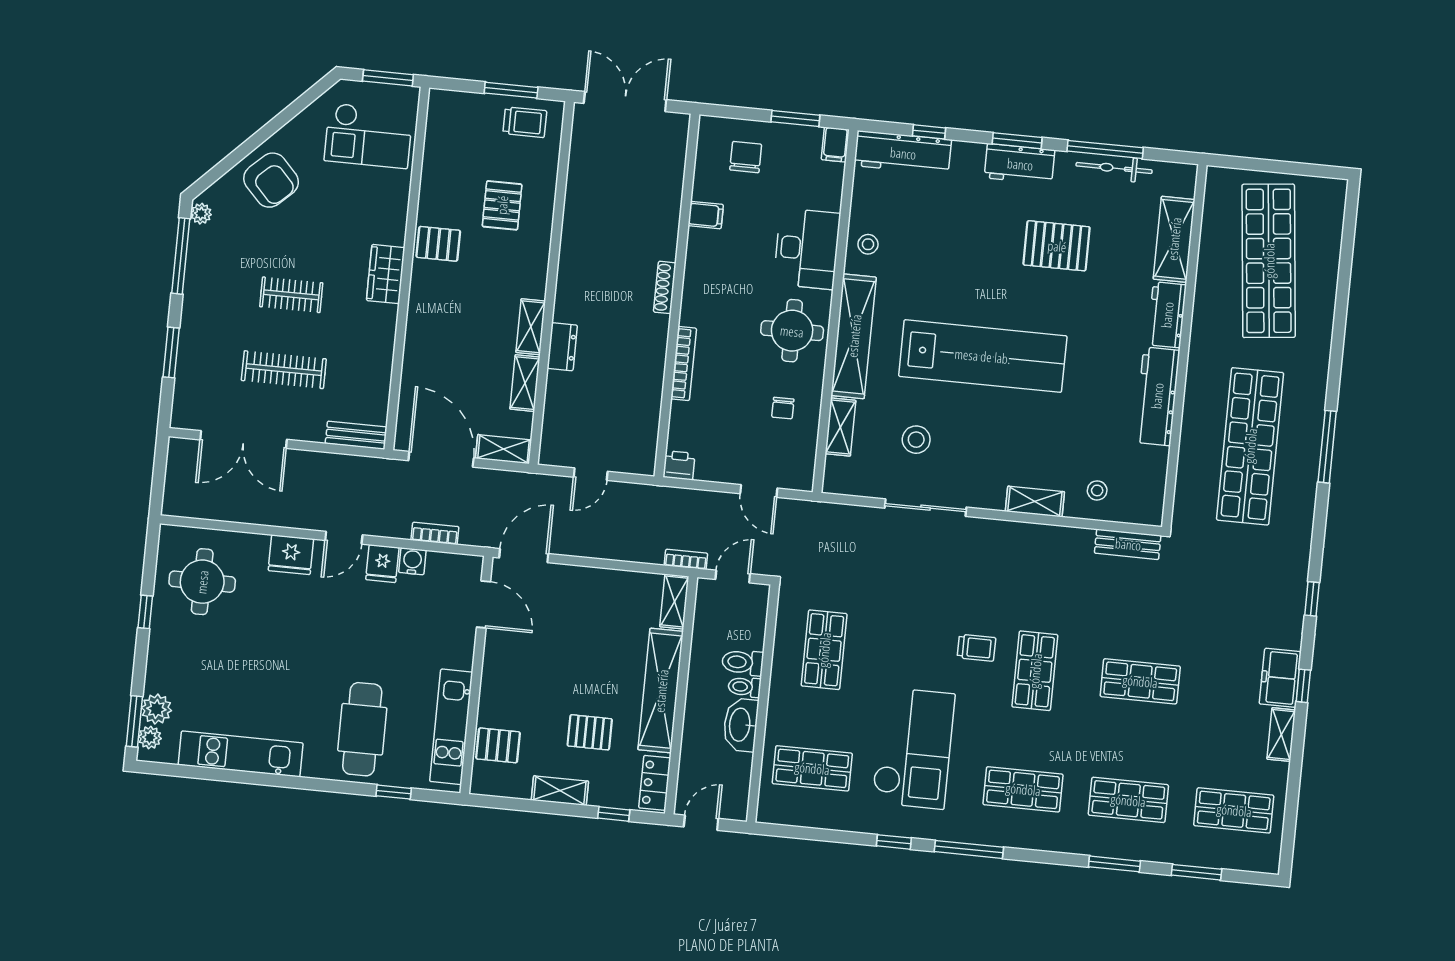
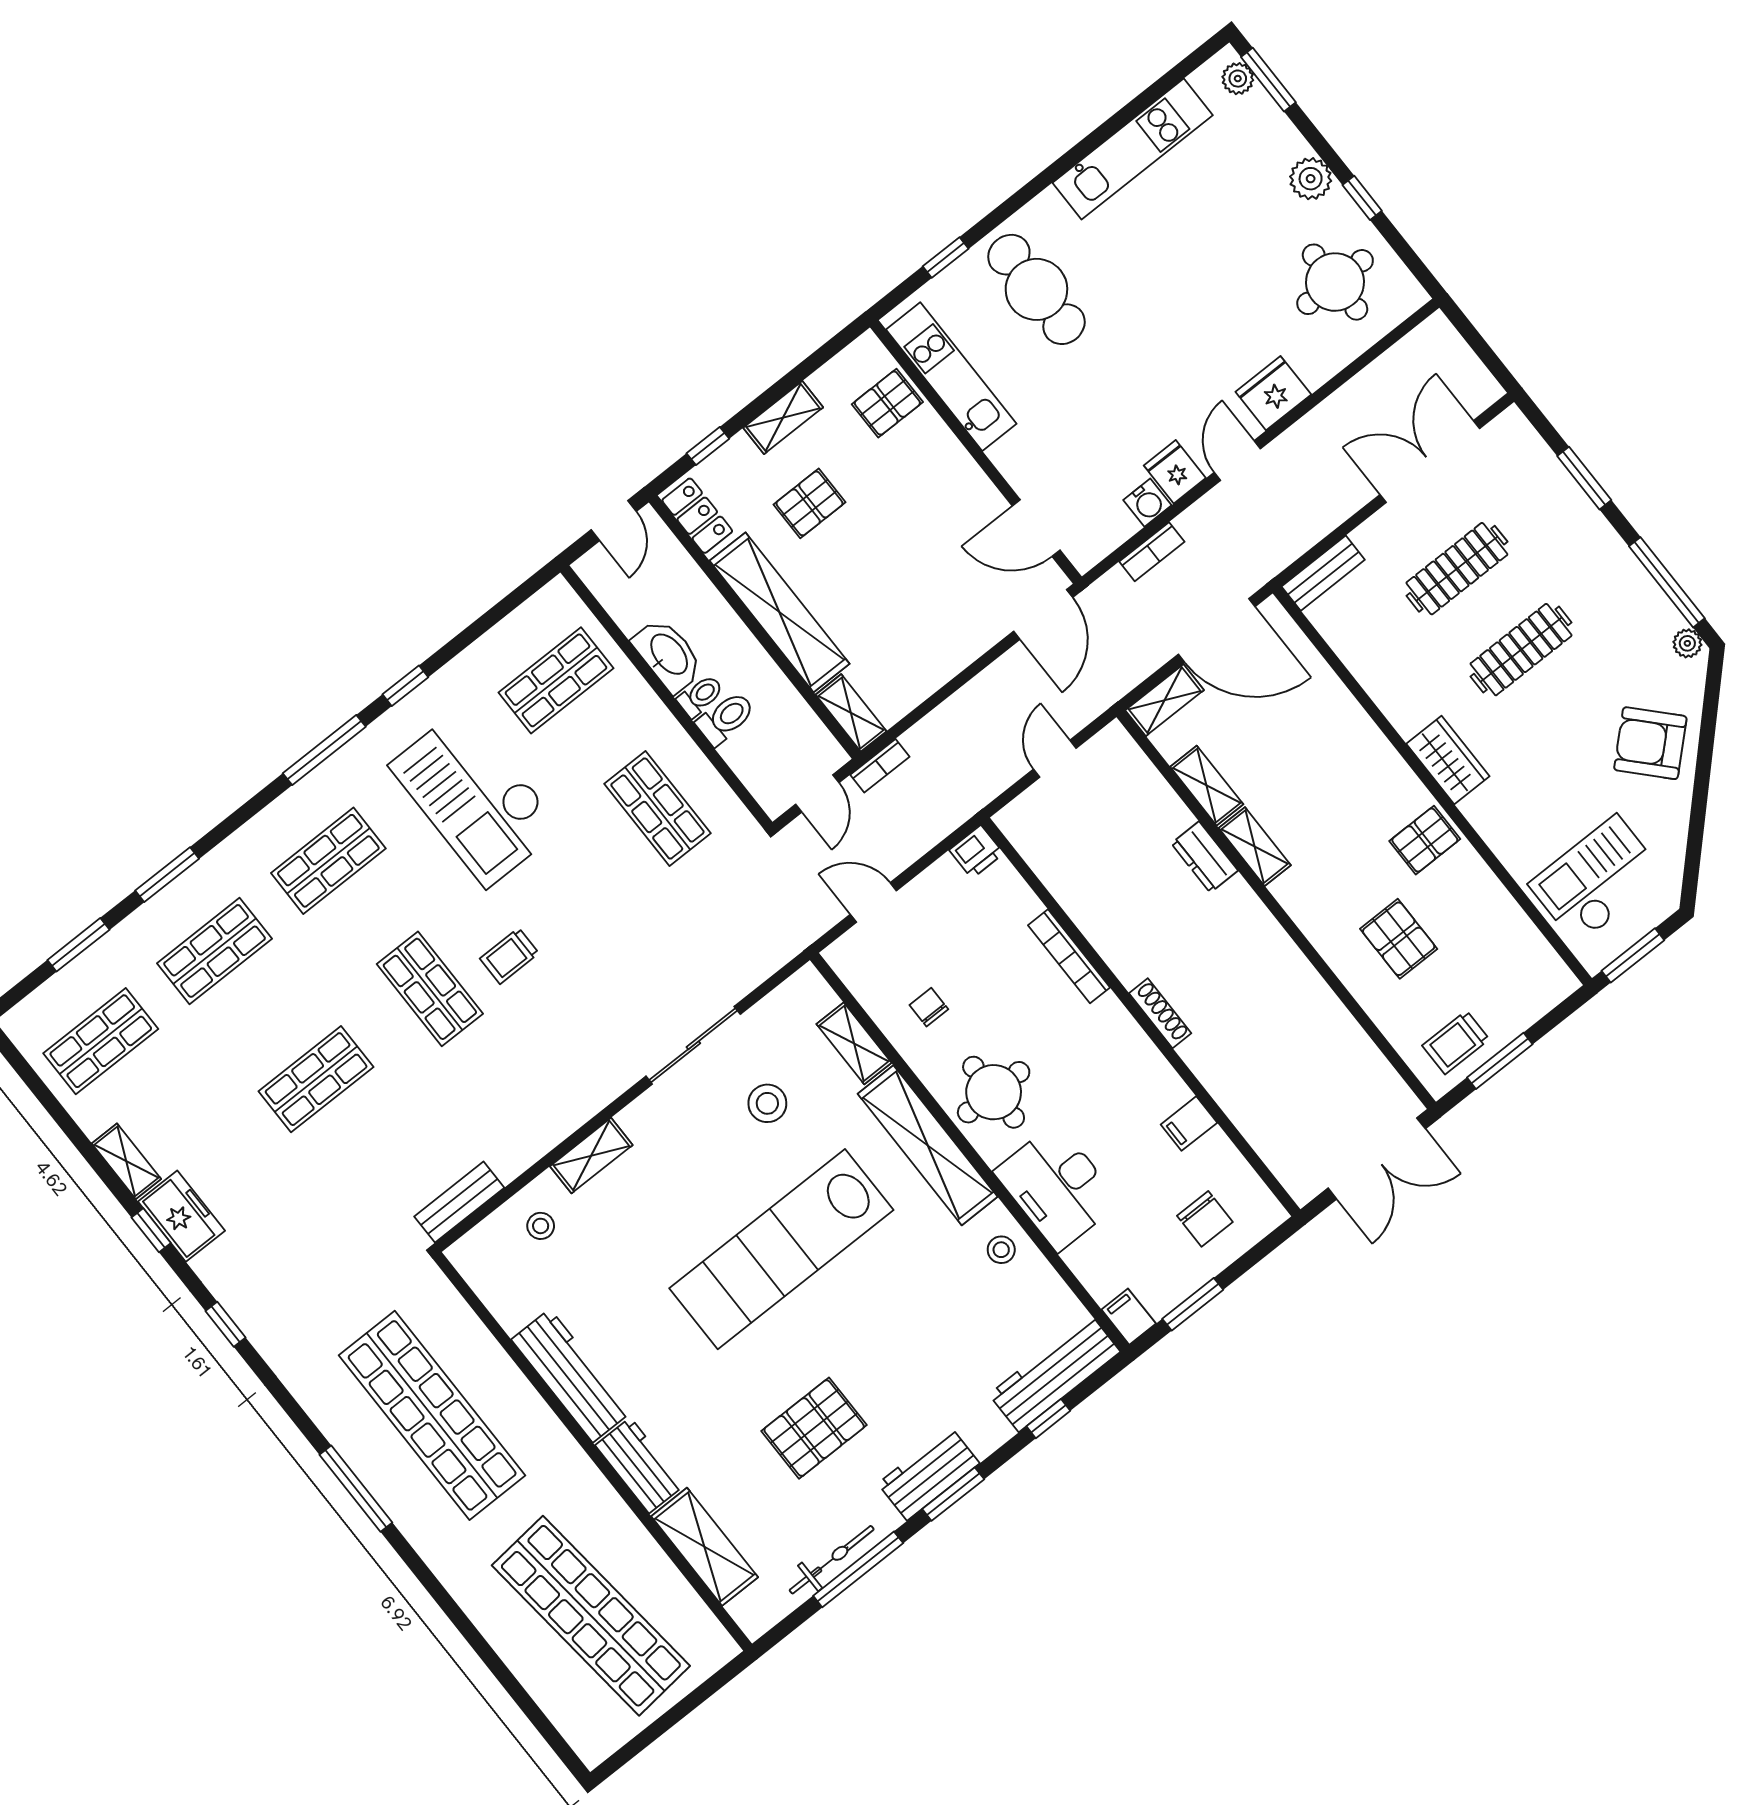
clothes rail: (291, 295) -> (1521, 650), width x1.36
plant: (156, 709) -> (1311, 179), moved

